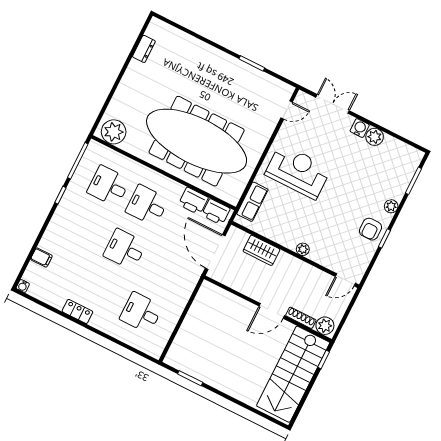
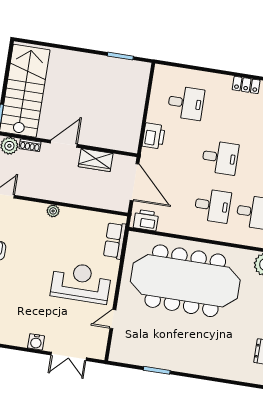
door: (287, 110) -> (113, 319), moved
plant: (375, 137) -> (19, 338), removed
reception desk: (298, 171) -> (81, 283), turned 180
printer: (193, 201) -> (154, 136), moved, turned 90
wardrobe: (261, 250) -> (96, 160), moved, turned 180
shoe rack: (301, 318) -> (30, 145), width x0.70

